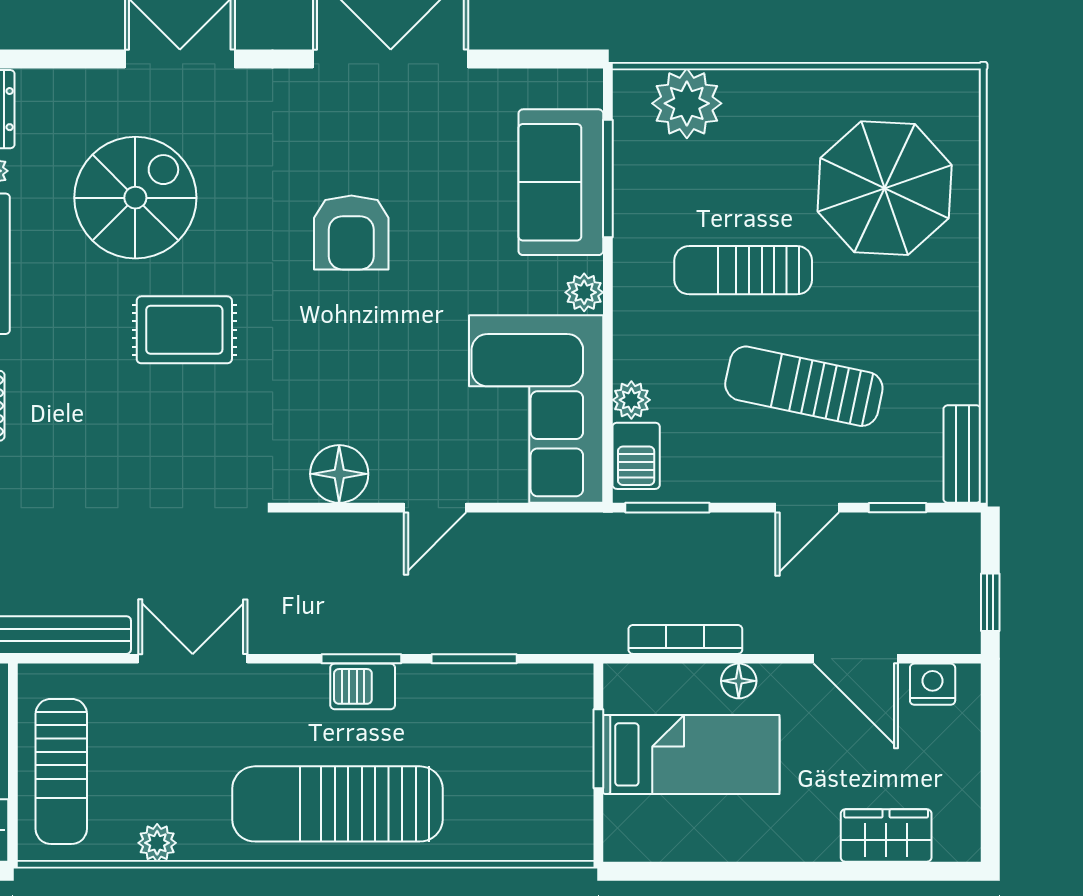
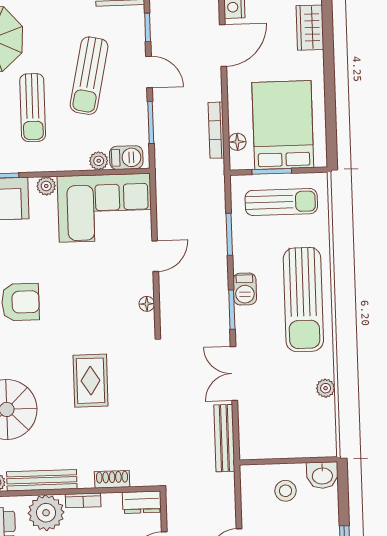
rug: (184, 330) -> (91, 381), moved
floor lamp: (339, 474) -> (147, 304), width x0.53, depth x0.53
door: (435, 508) -> (155, 256), hinge flipped
window: (667, 508) -> (151, 122), moved
window: (361, 659) -> (232, 310), moved
floor lamp: (739, 681) -> (237, 142), moved
bed: (691, 754) -> (283, 125), width x1.50
sun lounger: (61, 771) -> (281, 202), moved

